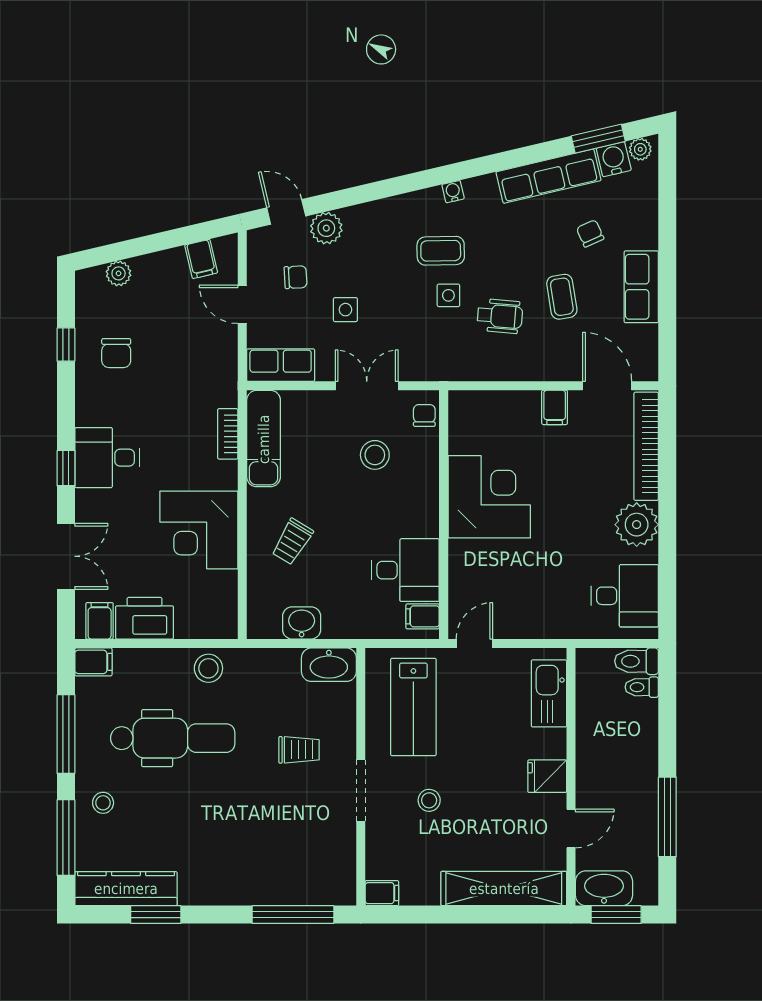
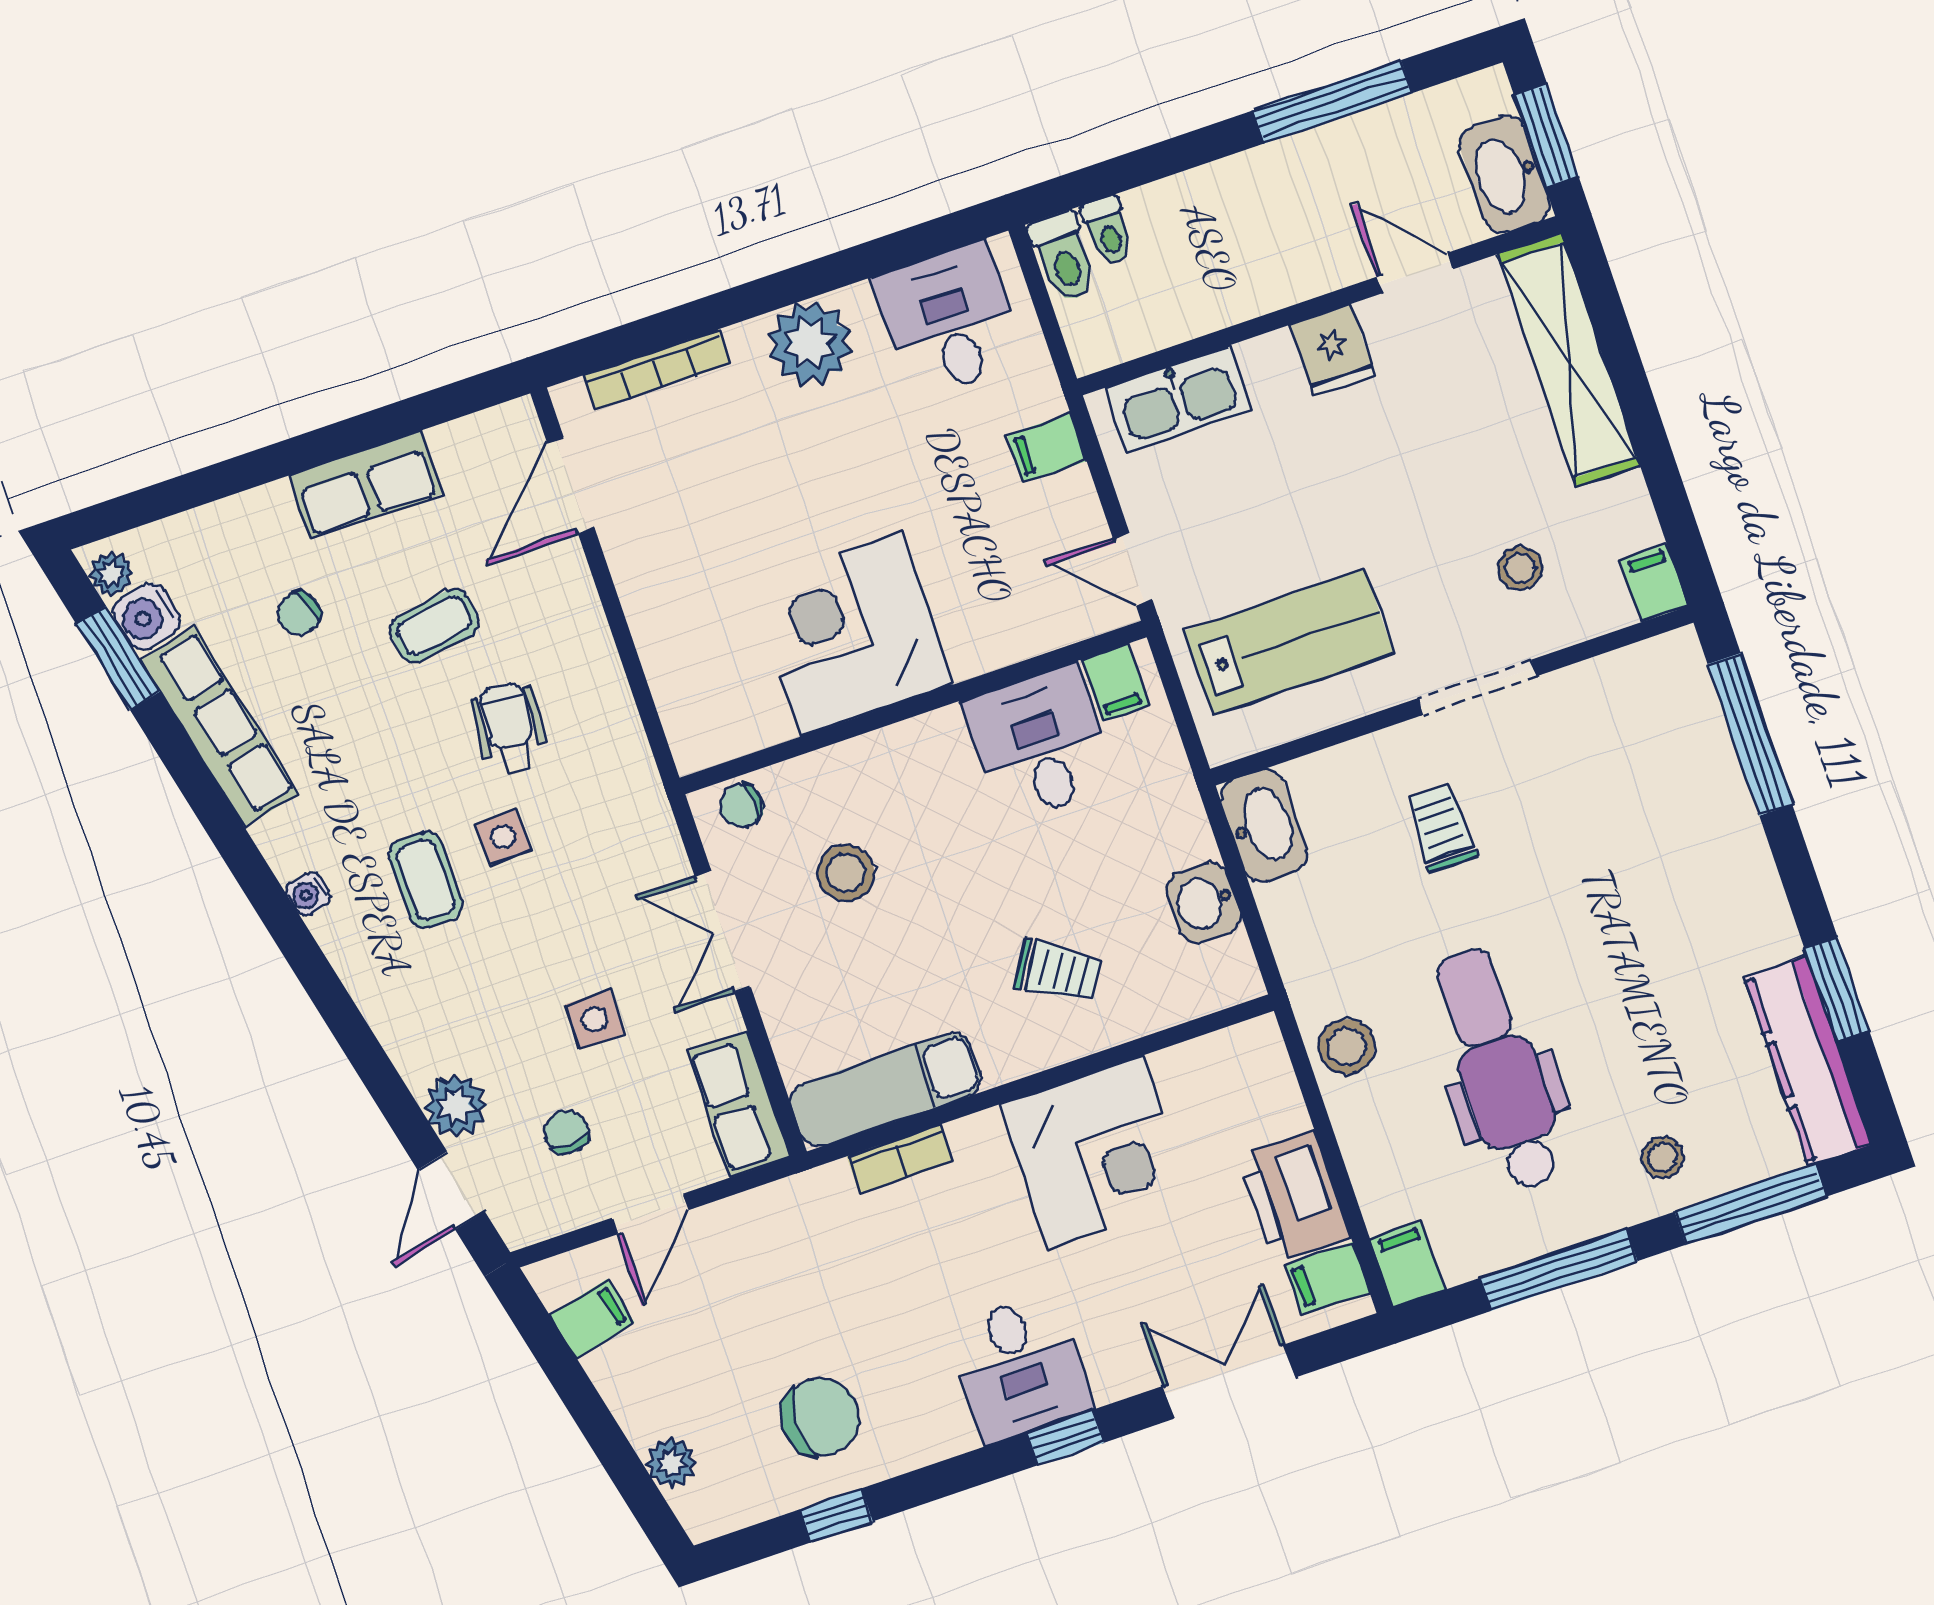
chair: (116, 353) -> (820, 1417), width x1.37, depth x1.37
filing cabinet: (555, 407) -> (1047, 448), moved, turned 180
bookcase: (646, 446) -> (657, 370), width x0.68, depth x0.76
stool: (429, 800) -> (1520, 568), moved

